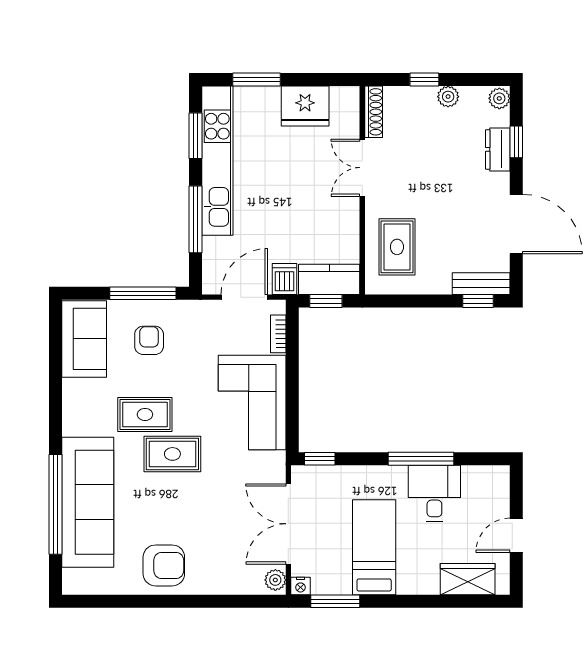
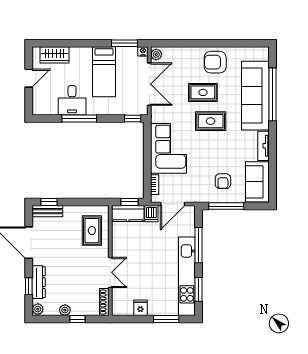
fridge: (305, 106) -> (140, 308), width x0.53, depth x0.75
dresser: (498, 149) -> (39, 282), width x1.44
tv unit: (73, 407) -> (263, 146), added
rug: (145, 414) -> (203, 92), moved

